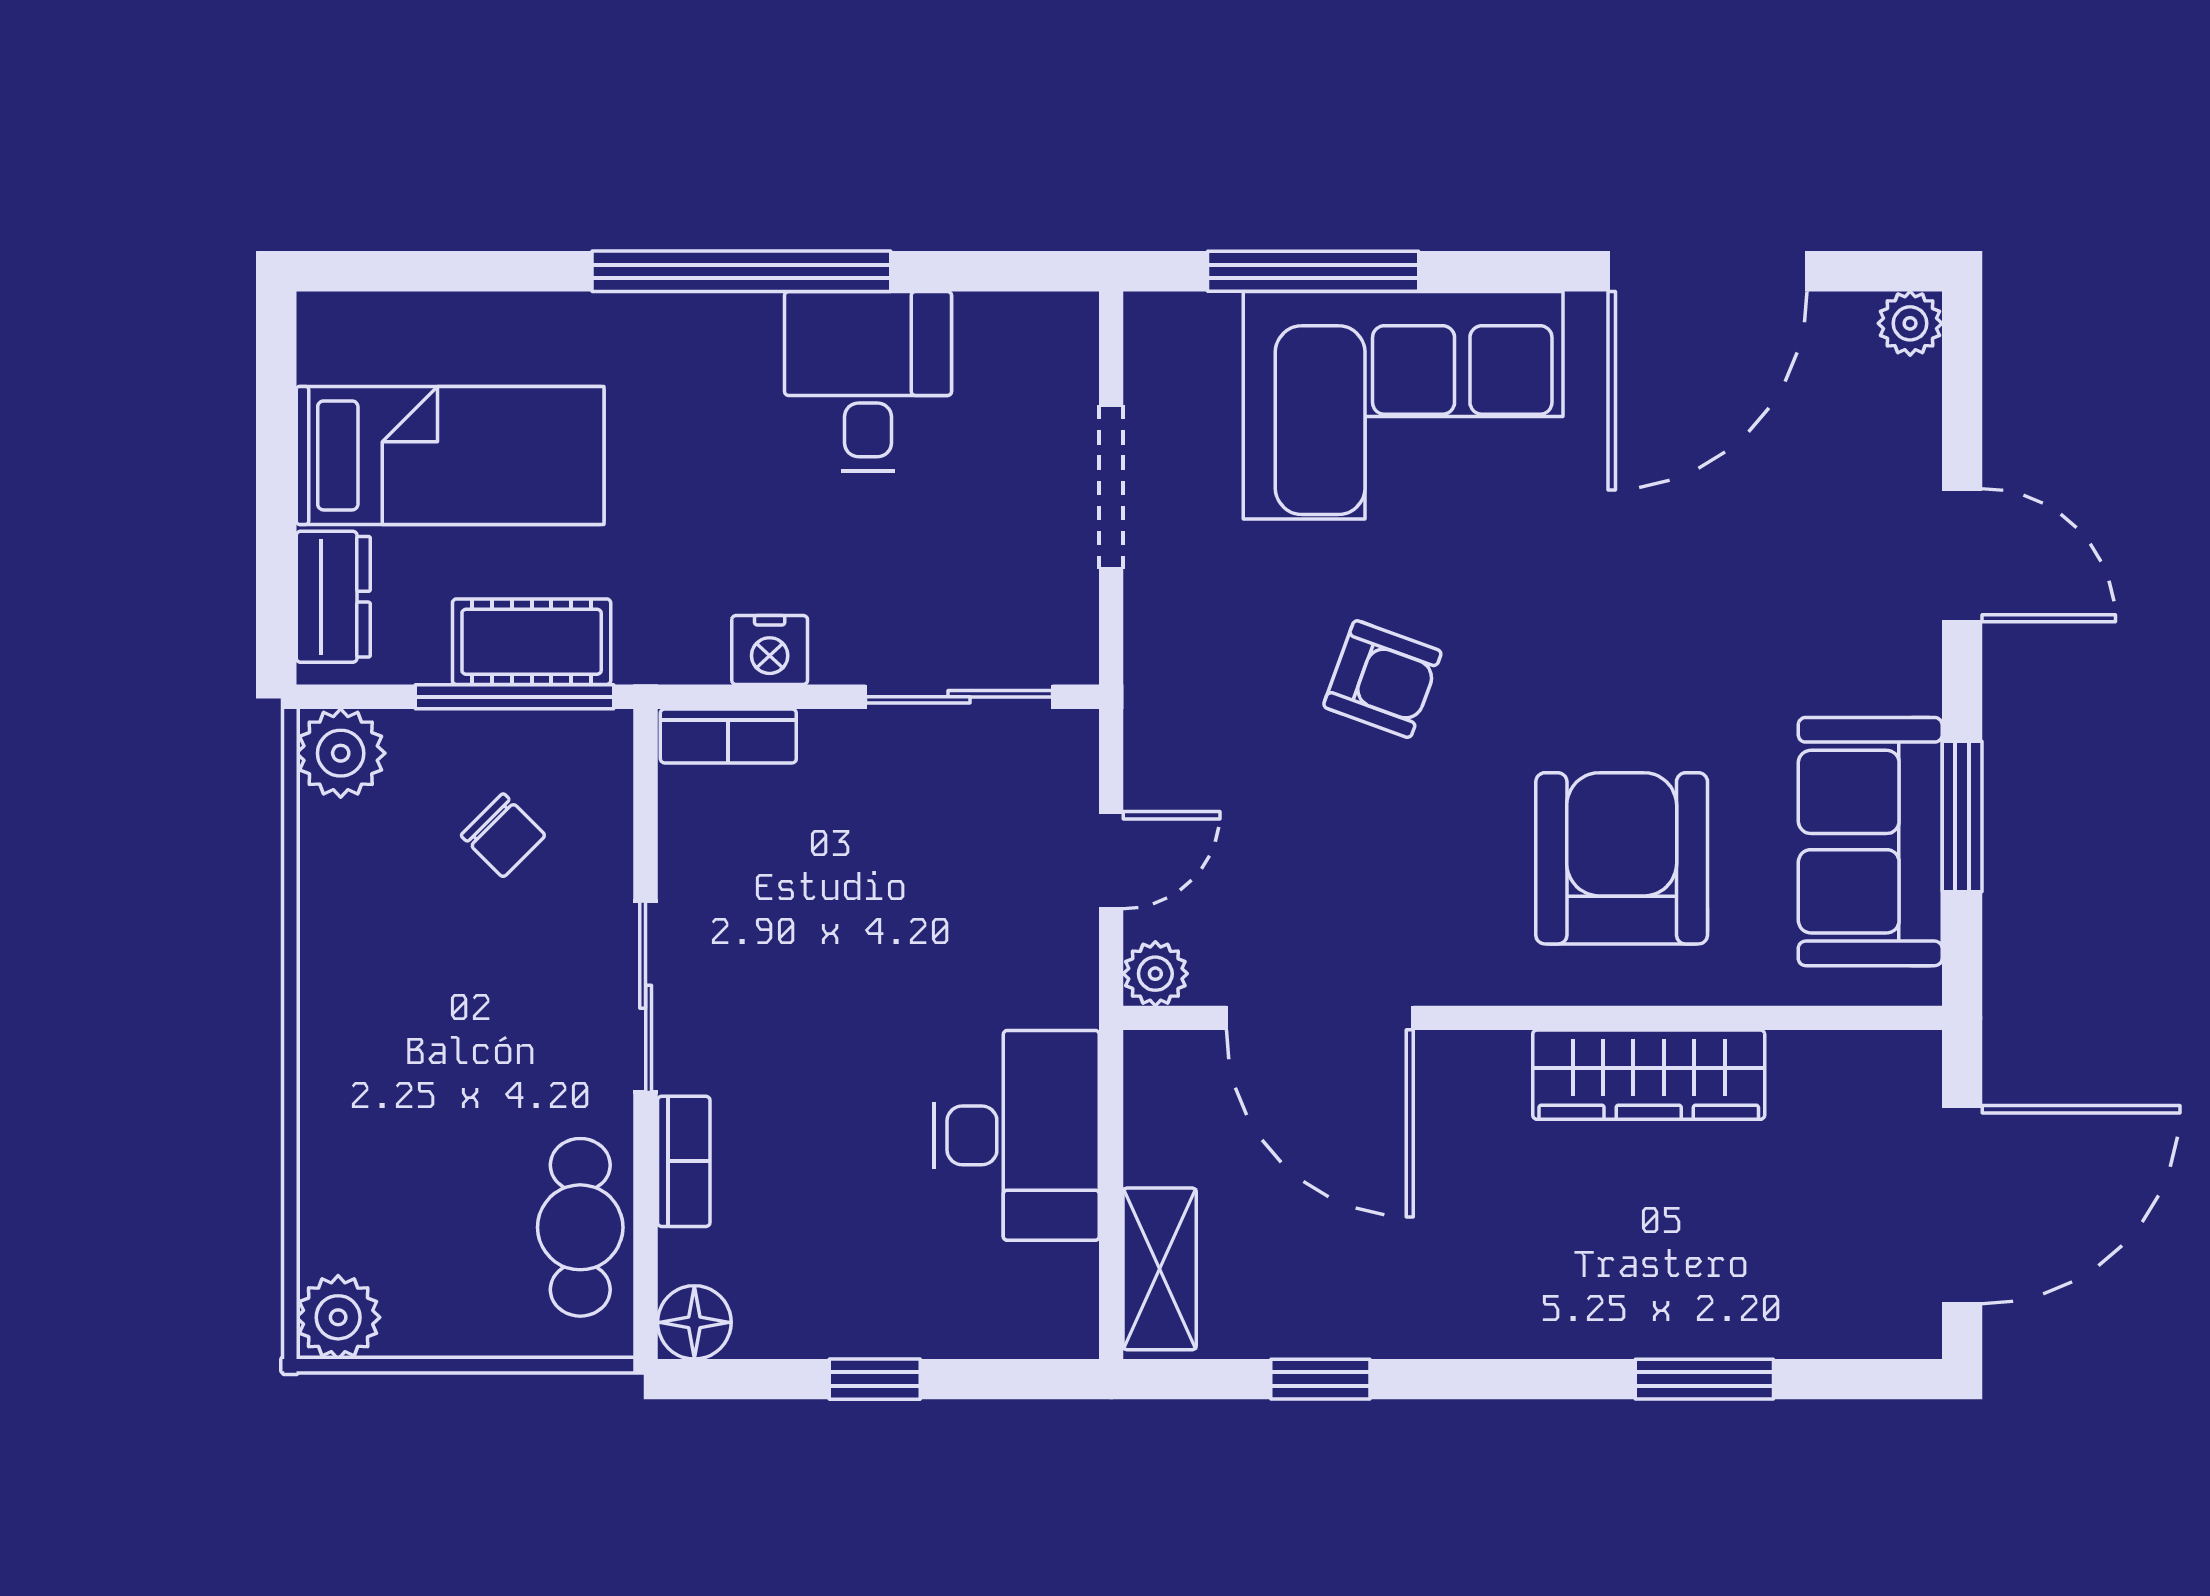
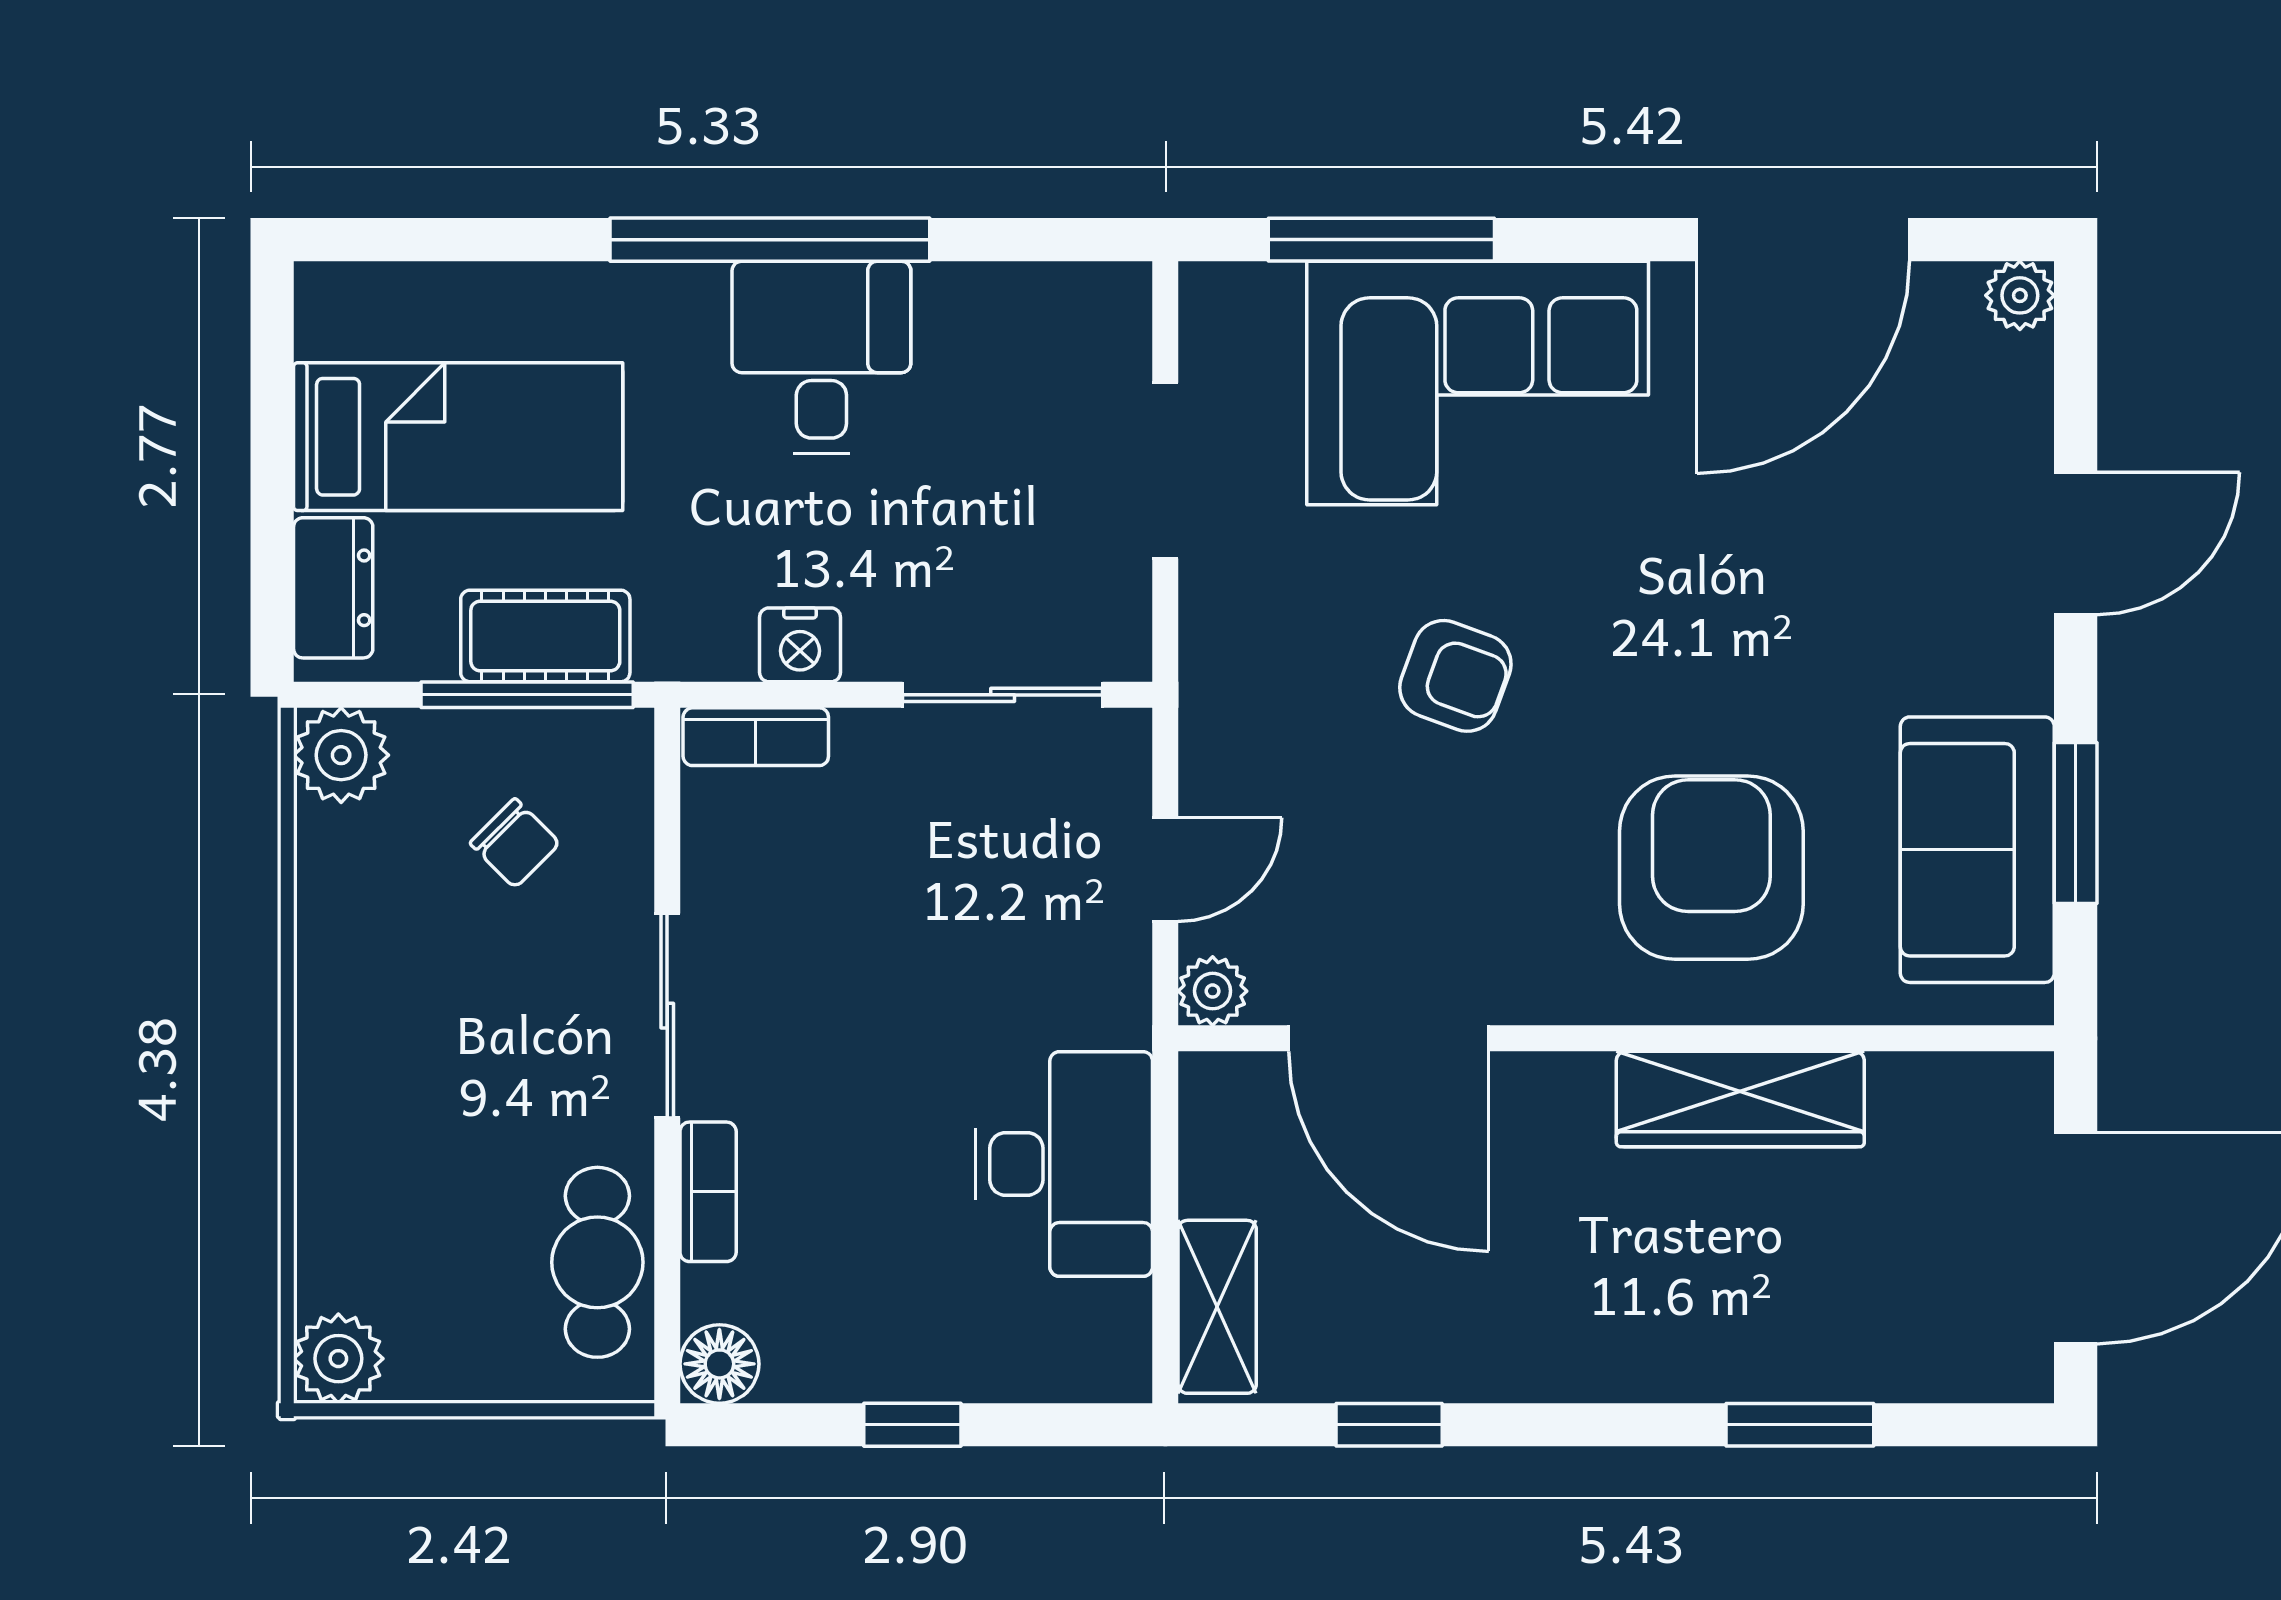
desk: (868, 381) -> (821, 357), moved
door: (1962, 555) -> (2076, 543), hinge flipped

